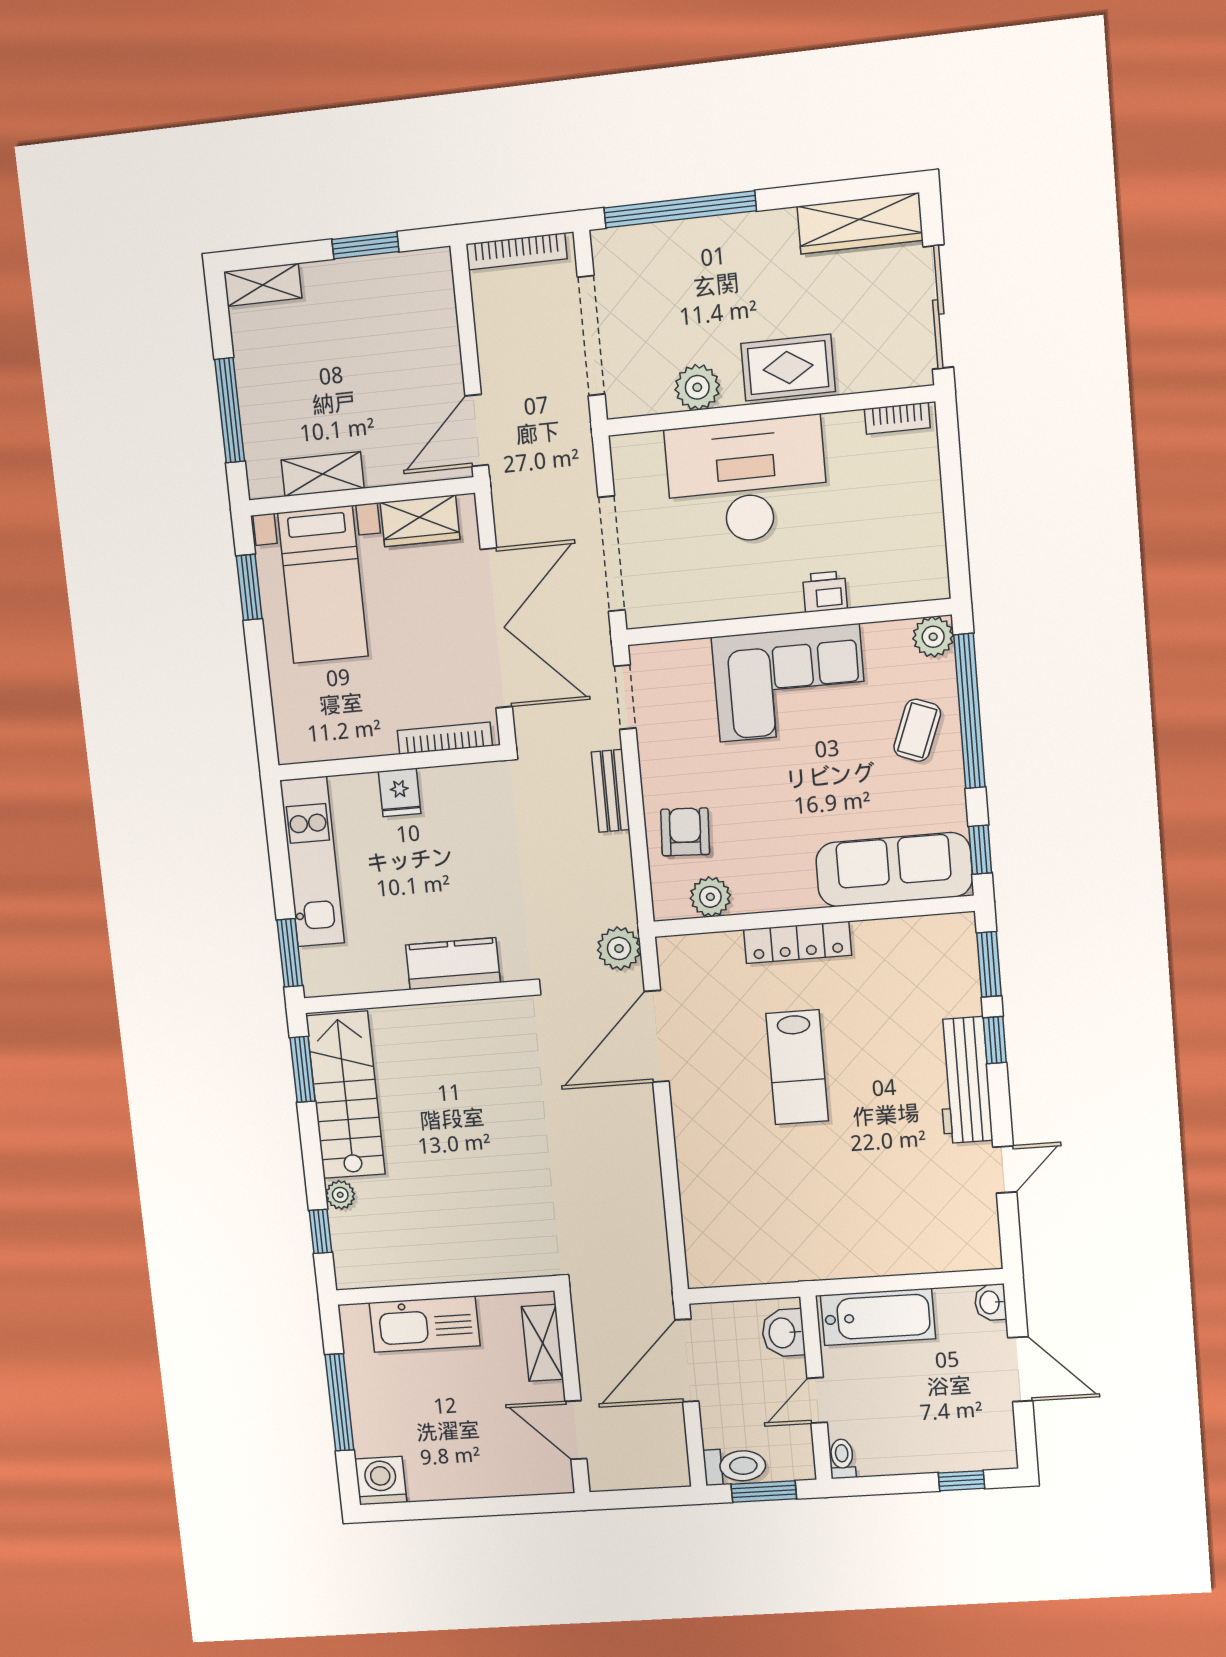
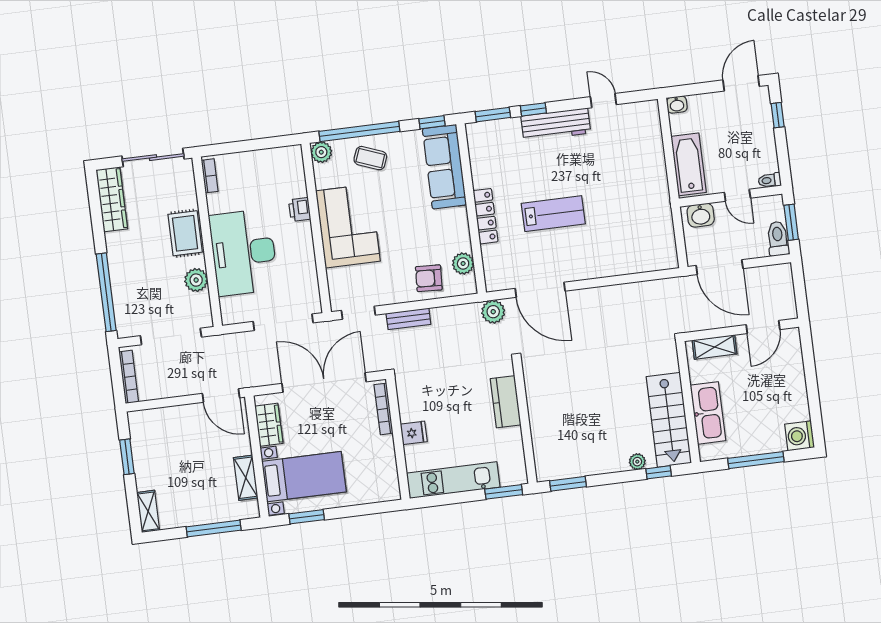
stairs: (345, 1095) -> (669, 420), moved, turned -90
door: (1020, 1369) -> (741, 83), moved

